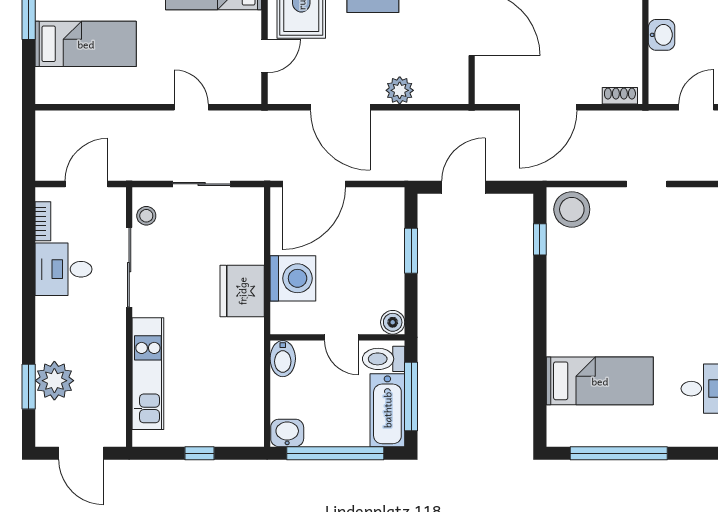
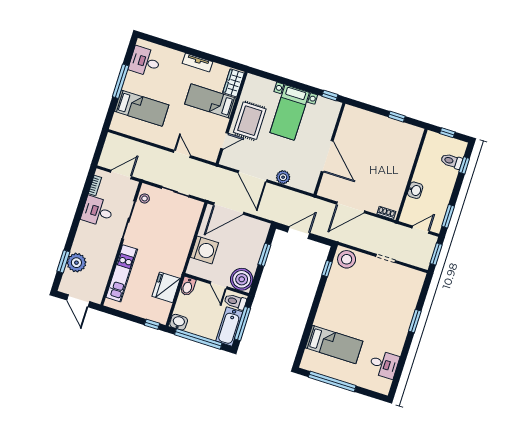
fridge: (242, 291) -> (166, 287), moved
boiler: (393, 322) -> (242, 279), width x1.86, depth x1.86
window: (199, 453) -> (152, 324), moved

